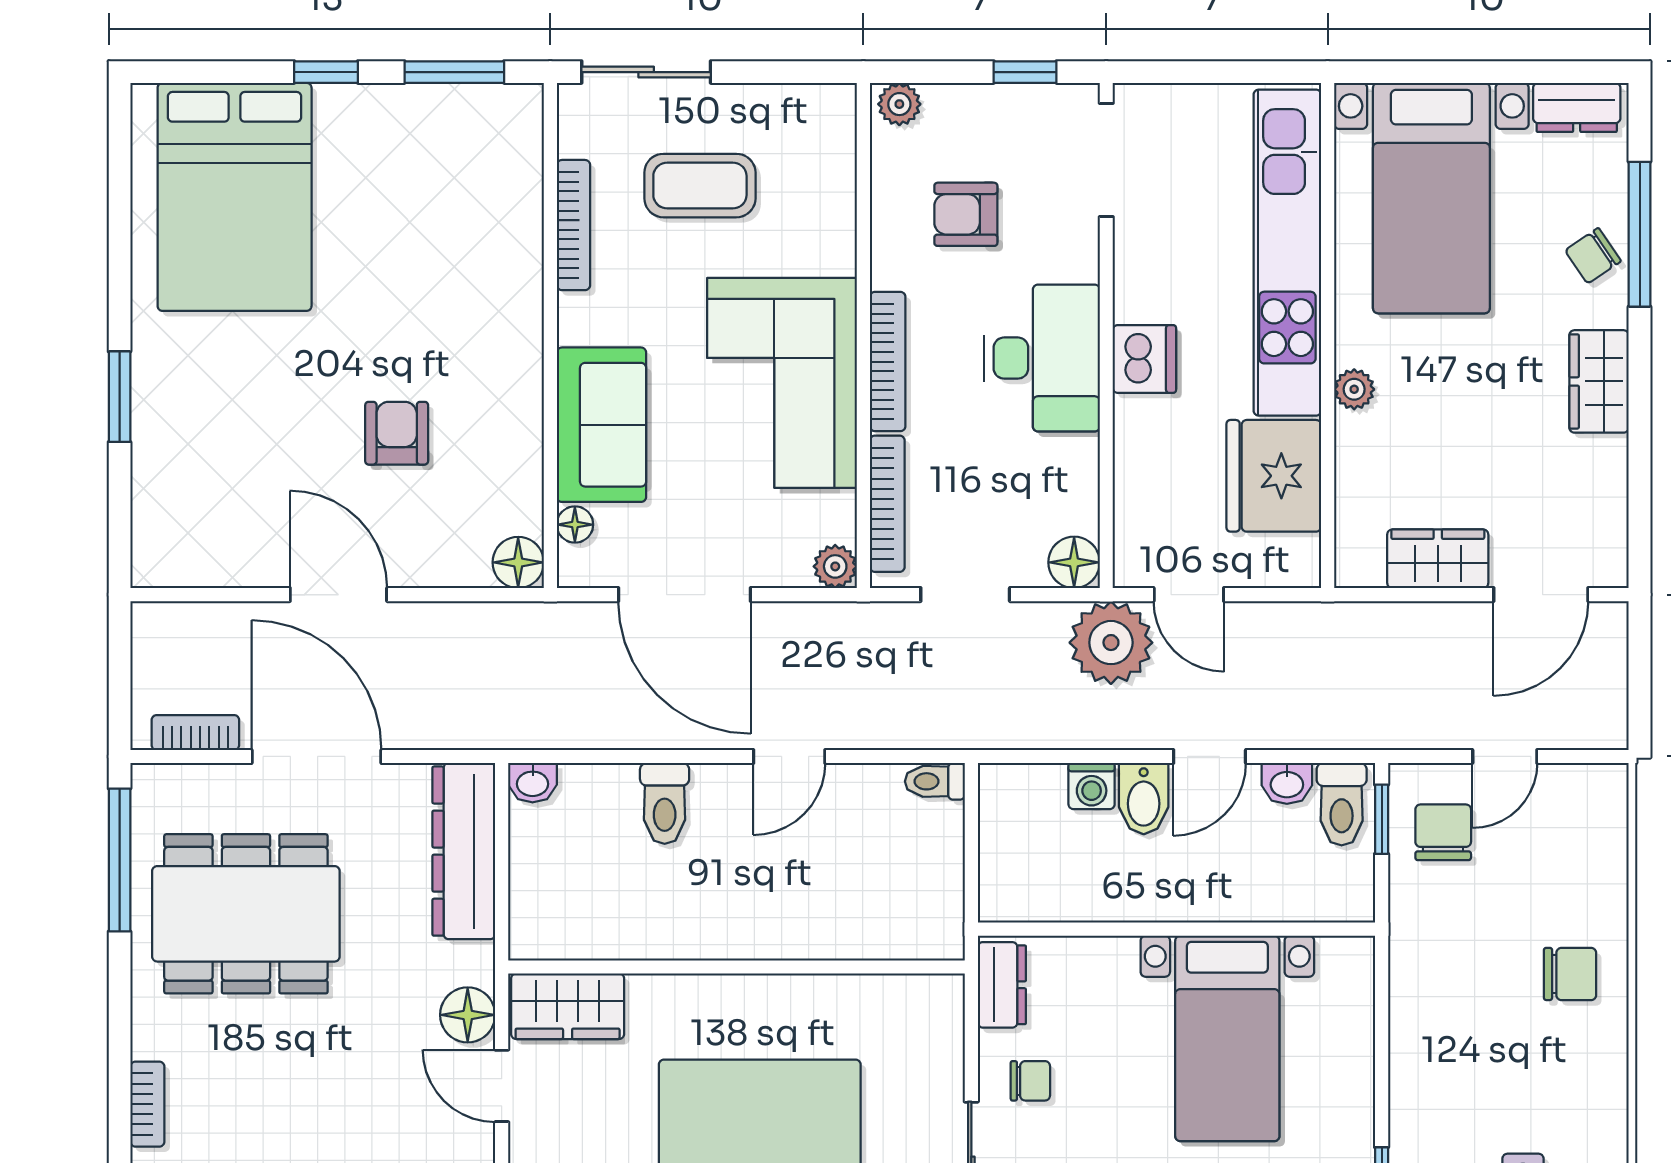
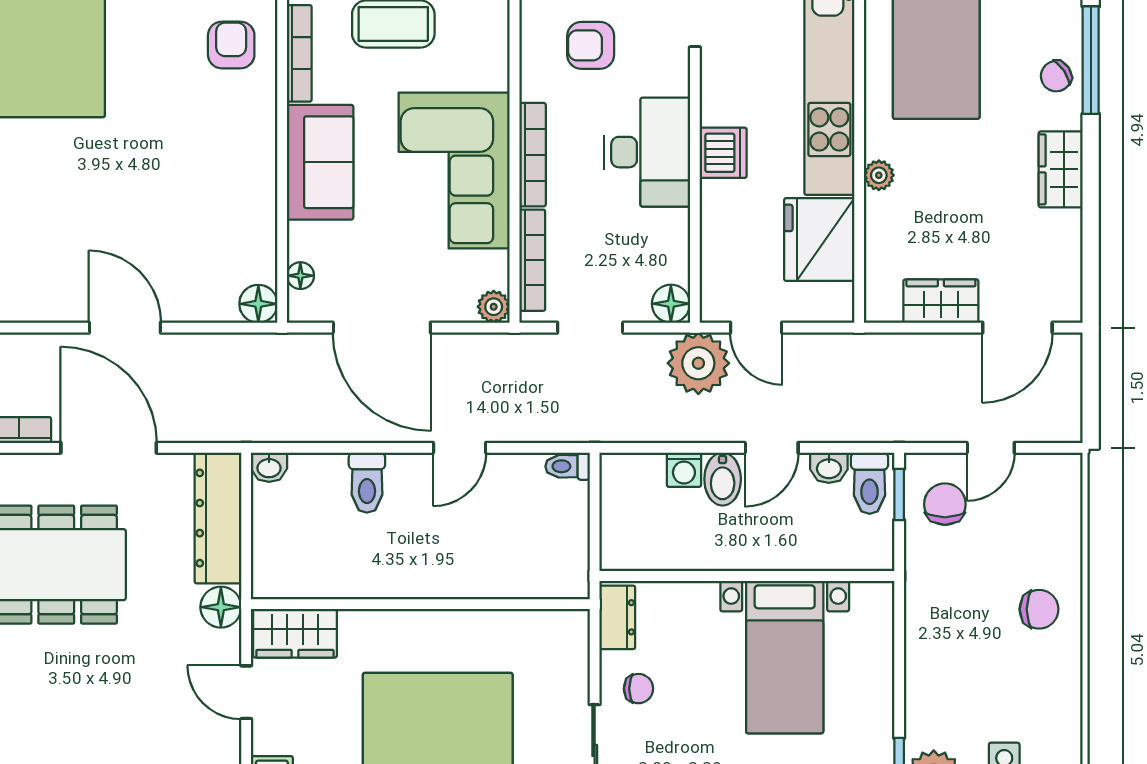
sofa: (601, 425) -> (320, 162), moved
armchair: (397, 433) -> (231, 45), moved
floor lamp: (468, 1015) -> (221, 607), moved

